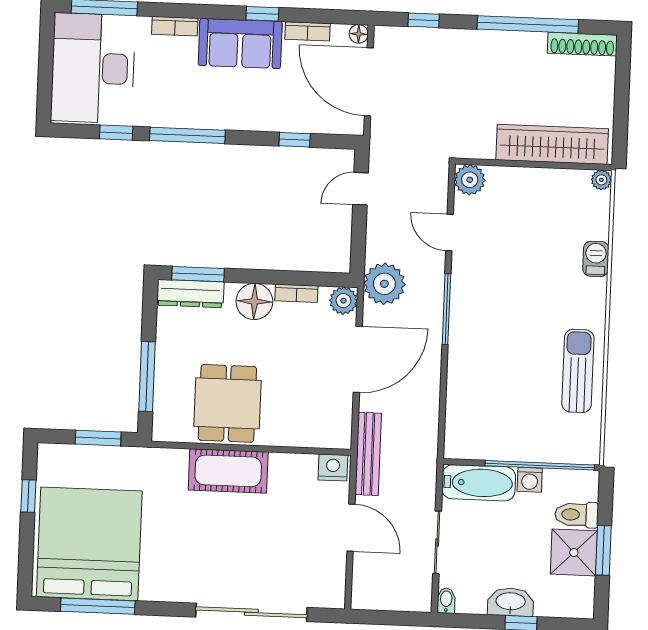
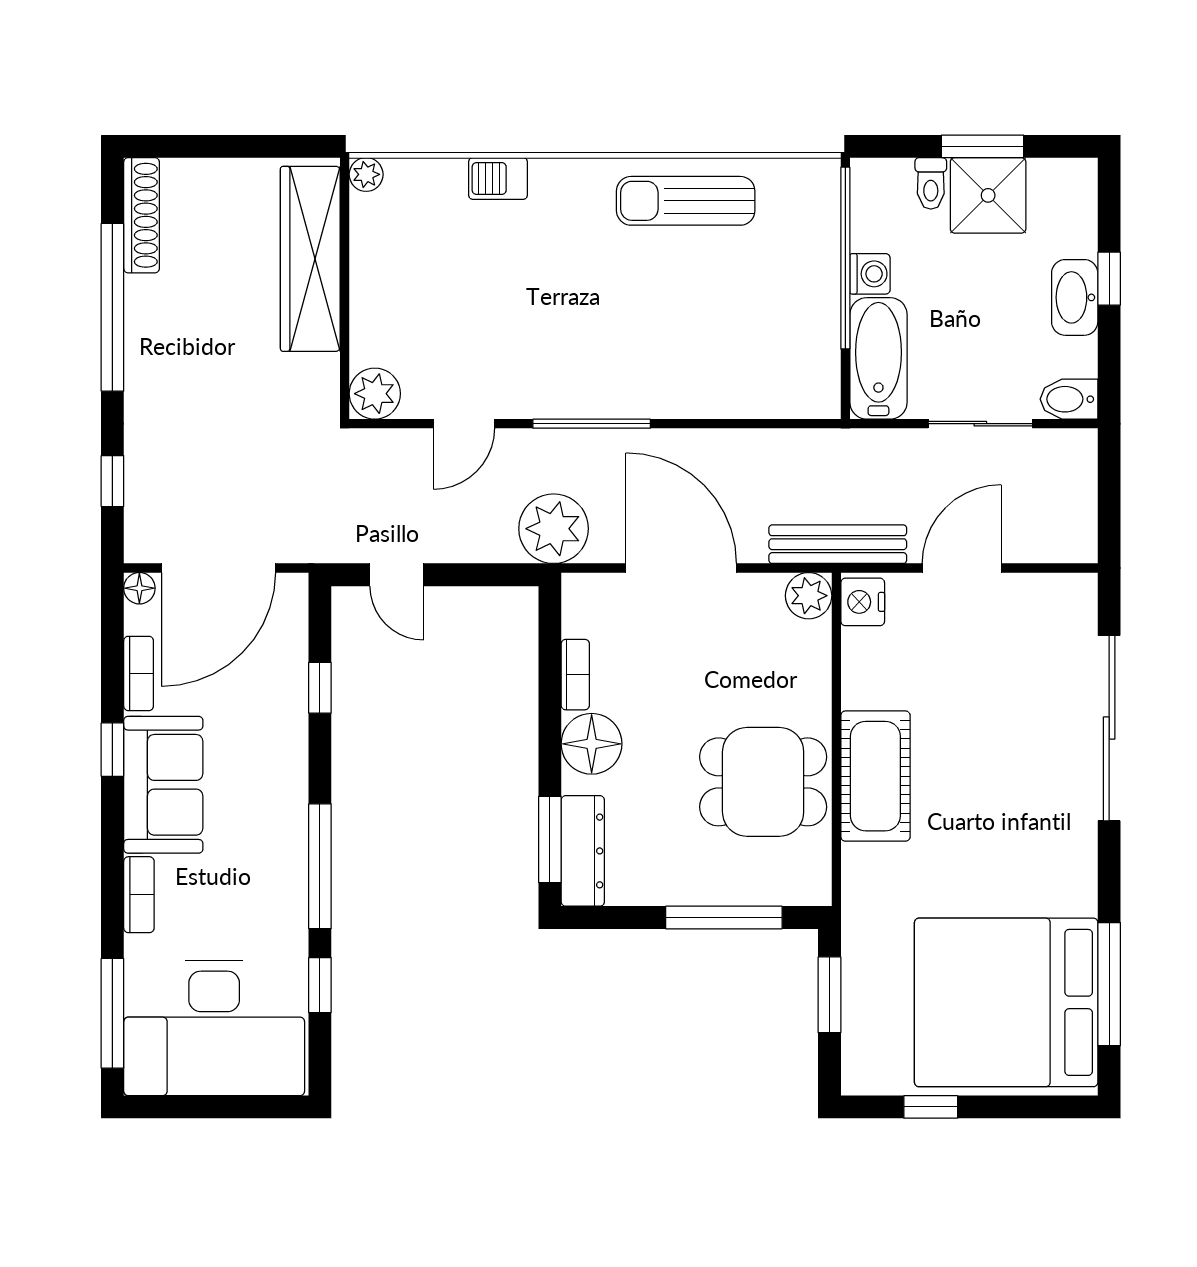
plant: (343, 301) -> (809, 596), moved
toilet: (577, 515) -> (931, 183), width x0.73, depth x0.72
bidet: (446, 601) -> (1069, 399), width x1.38, depth x1.36

